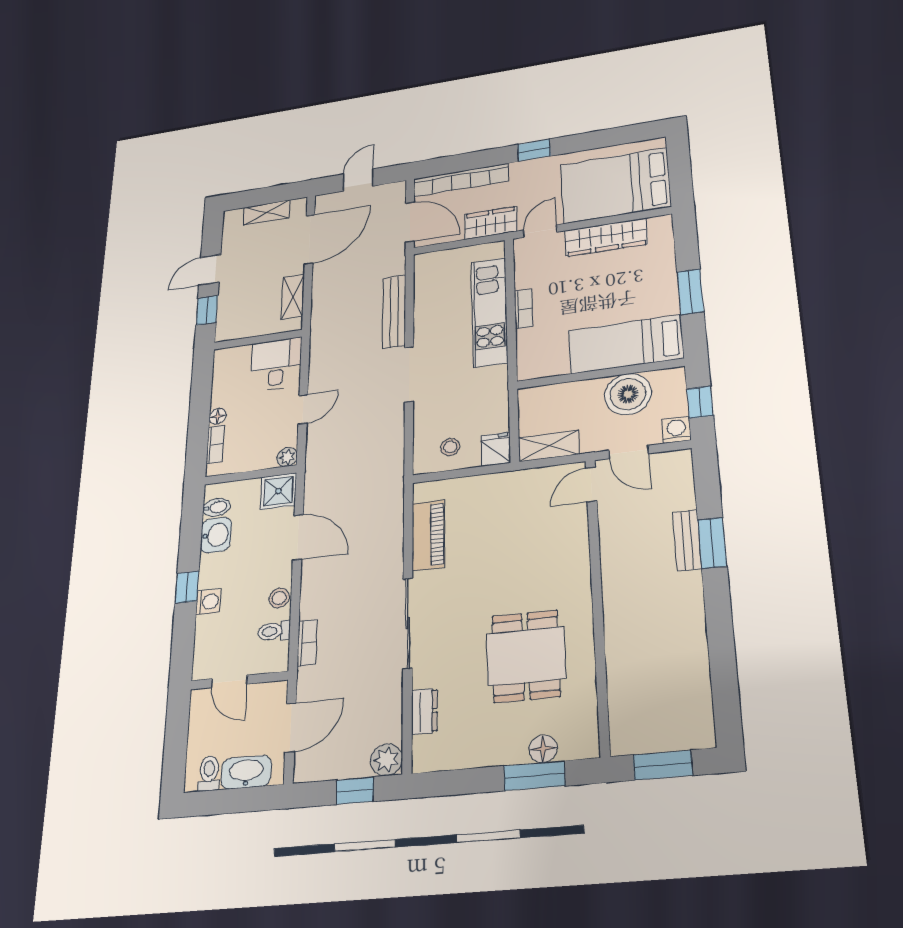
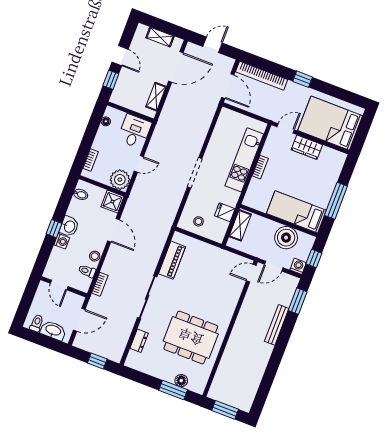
wardrobe: (491, 223) -> (265, 110), removed
wardrobe: (606, 237) -> (307, 147), width x0.67
door: (210, 270) -> (120, 56), swing flipped
window: (690, 292) -> (336, 201), width x1.44
bench: (394, 312) -> (201, 134), removed
floor lamp: (218, 416) -> (106, 121), moved
shelving: (549, 446) -> (240, 225), moved, turned 90
fridge: (496, 449) -> (225, 212), moved, turned -90
door: (629, 452) -> (274, 266), hinge flipped
plant: (287, 457) -> (120, 180), width x1.87, depth x1.87
washbasin: (216, 535) -> (69, 226), moved
bench: (687, 540) -> (277, 325), width x1.36
window: (712, 543) -> (298, 301), moved
dining table: (526, 656) -> (191, 337), width x1.38
plant: (387, 760) -> (115, 354), removed

